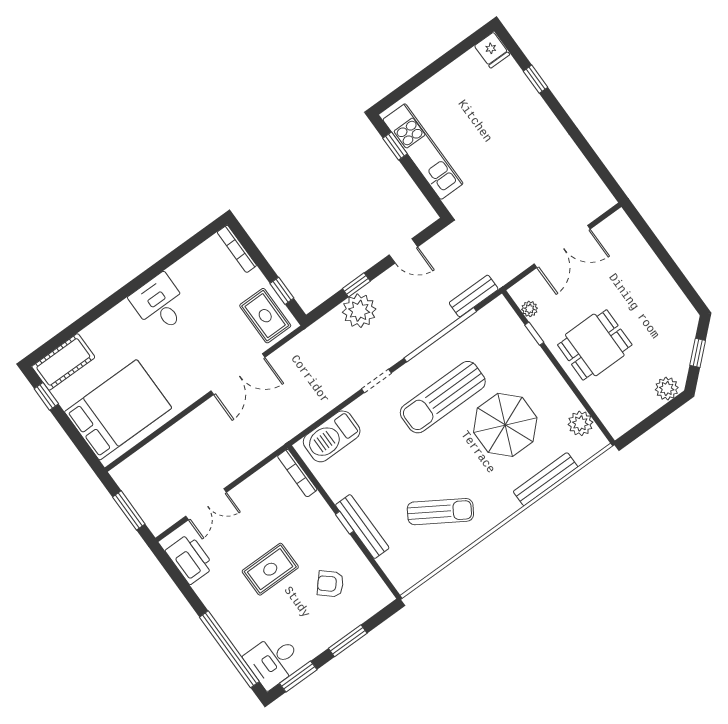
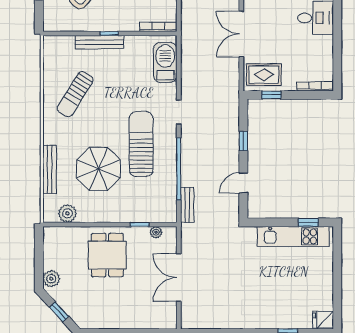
plant: (359, 311) -> (227, 132), removed

